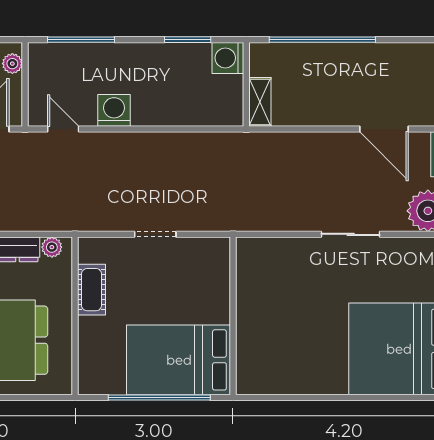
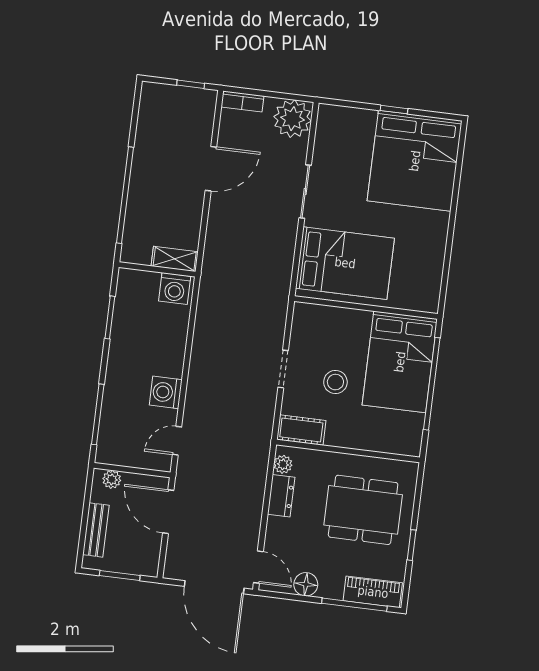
washing machine: (228, 58) -> (175, 289), moved
door: (384, 129) -> (211, 169), moved
bed: (278, 287) -> (345, 263), added
cot: (92, 290) -> (301, 430), moved
stool: (148, 293) -> (335, 382), added

